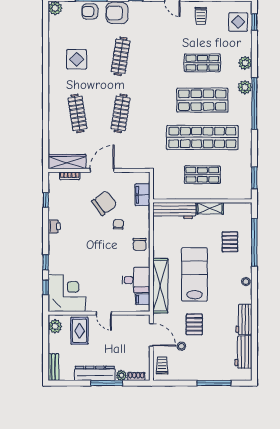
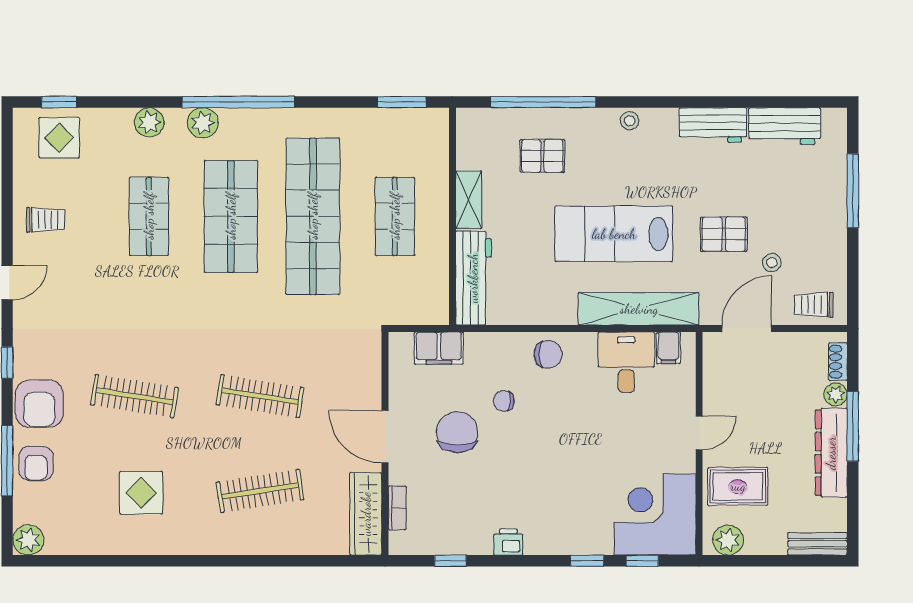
chair: (104, 203) -> (457, 432), turned 36

